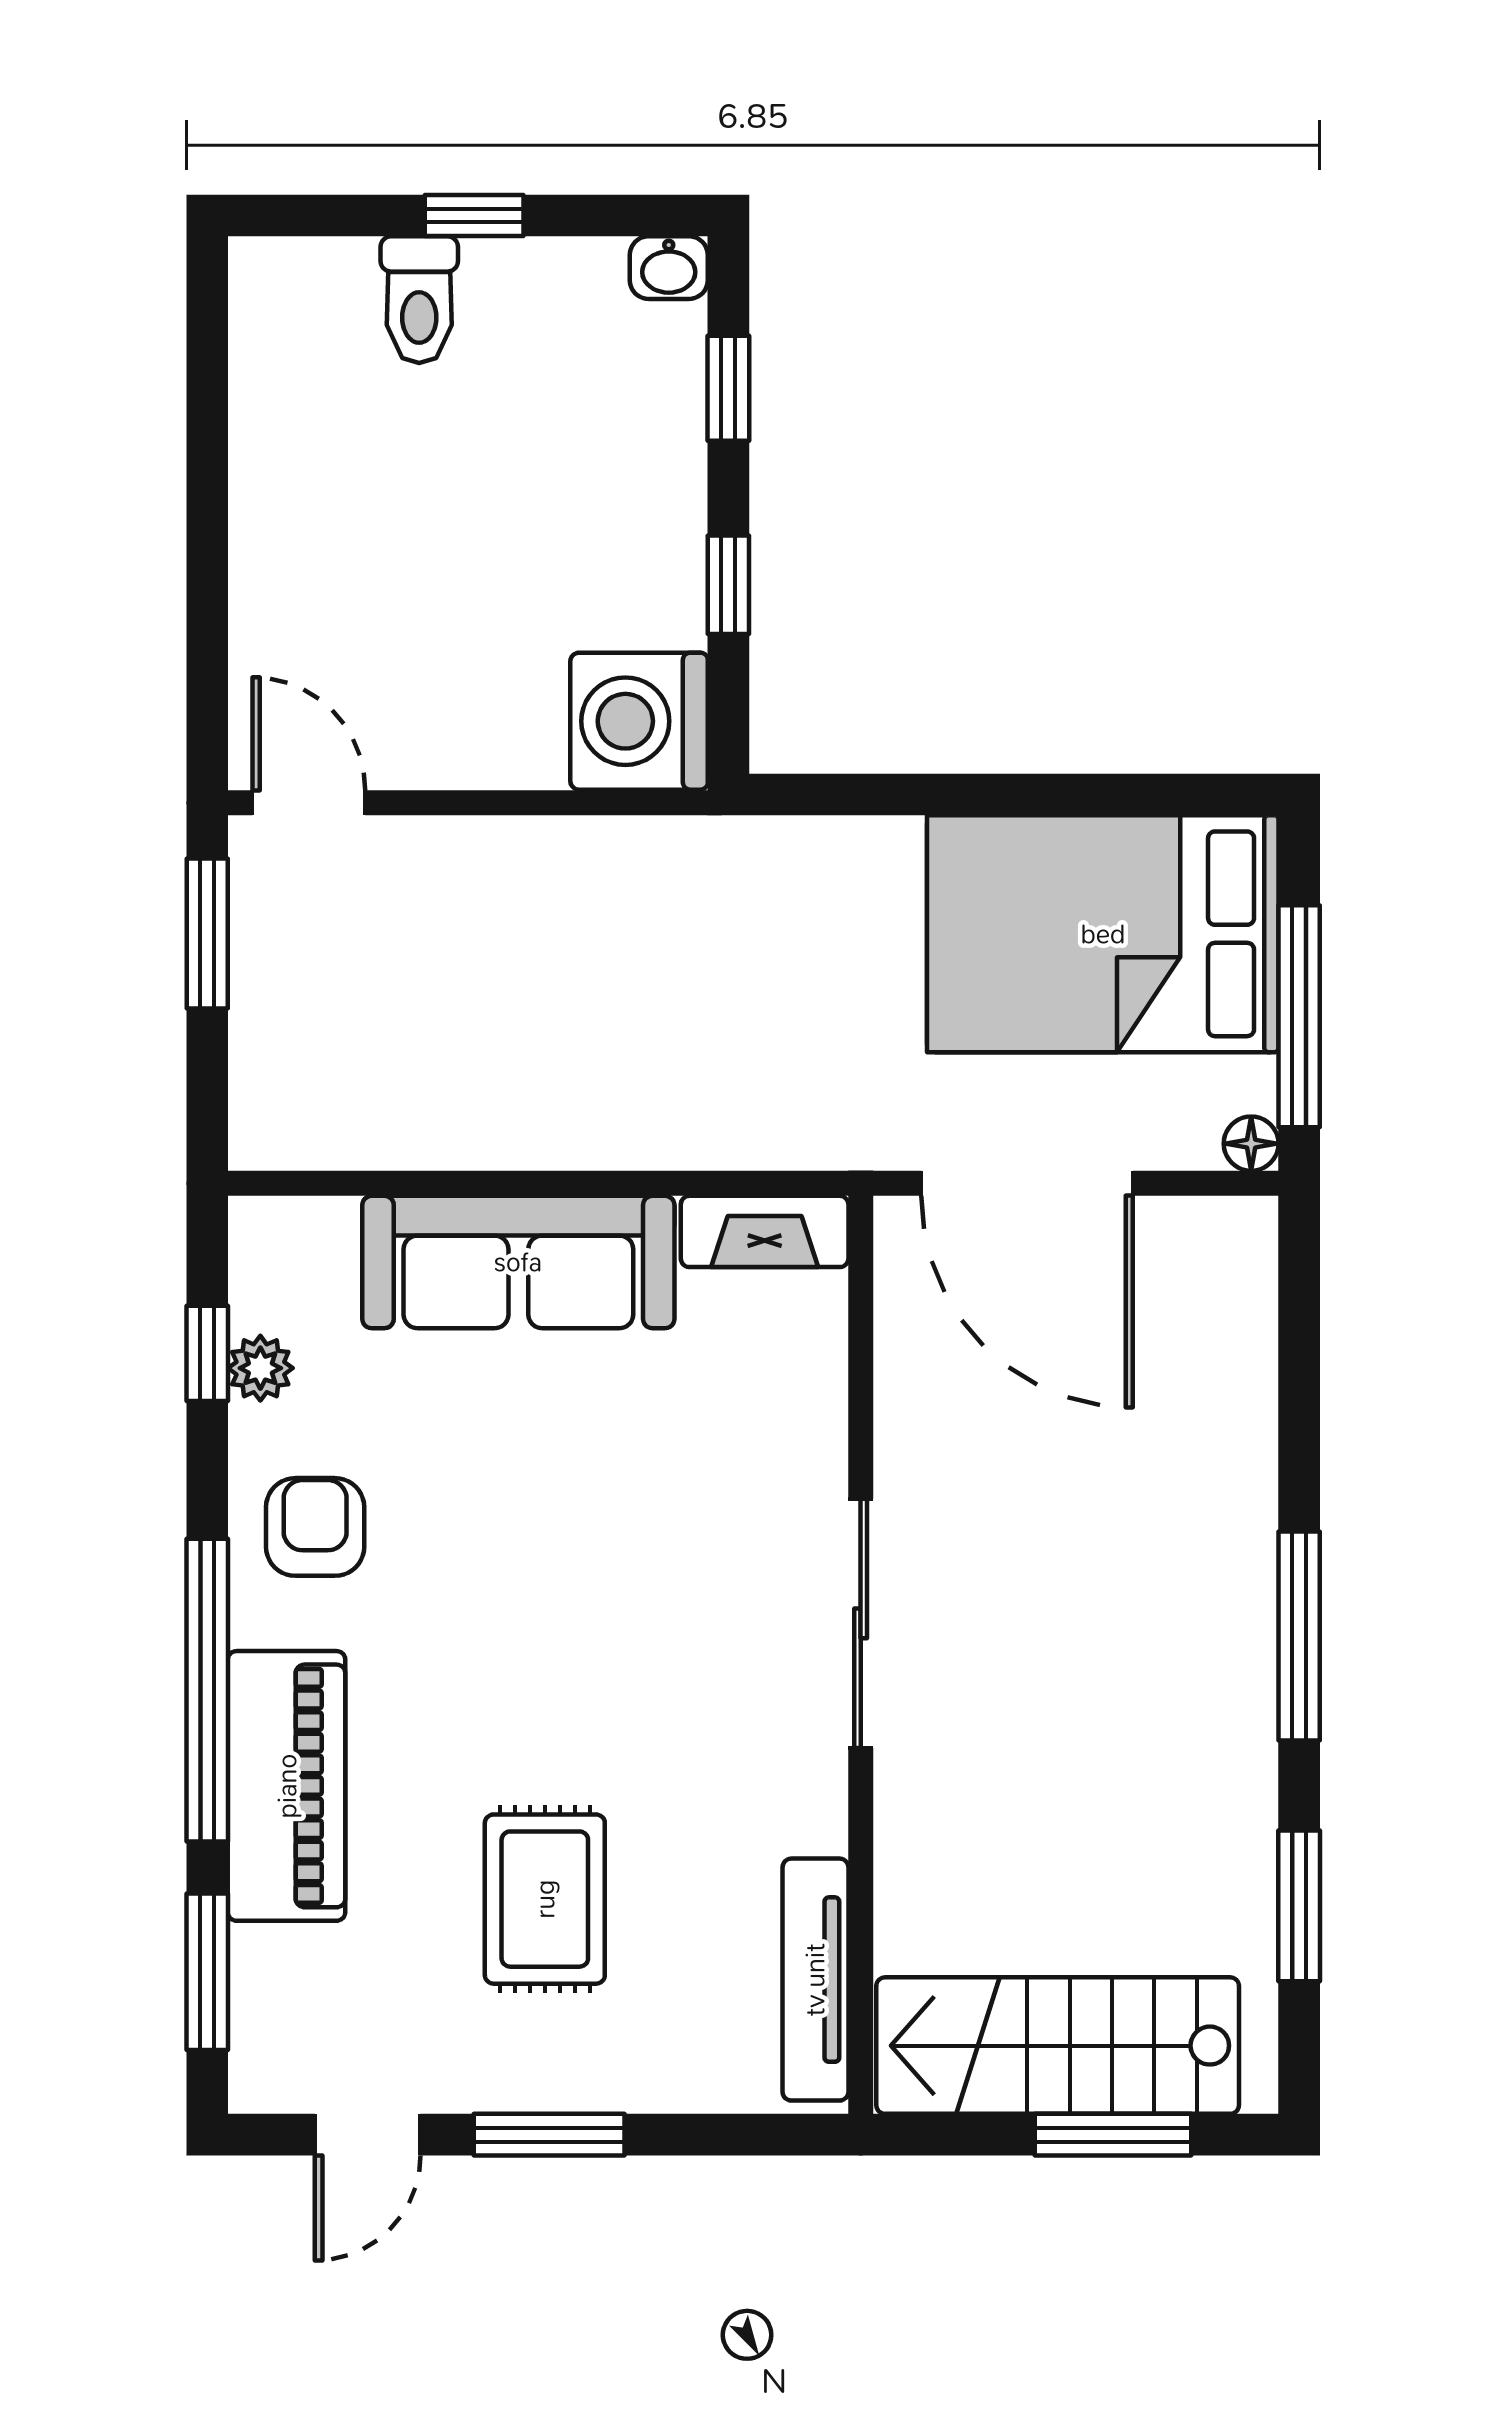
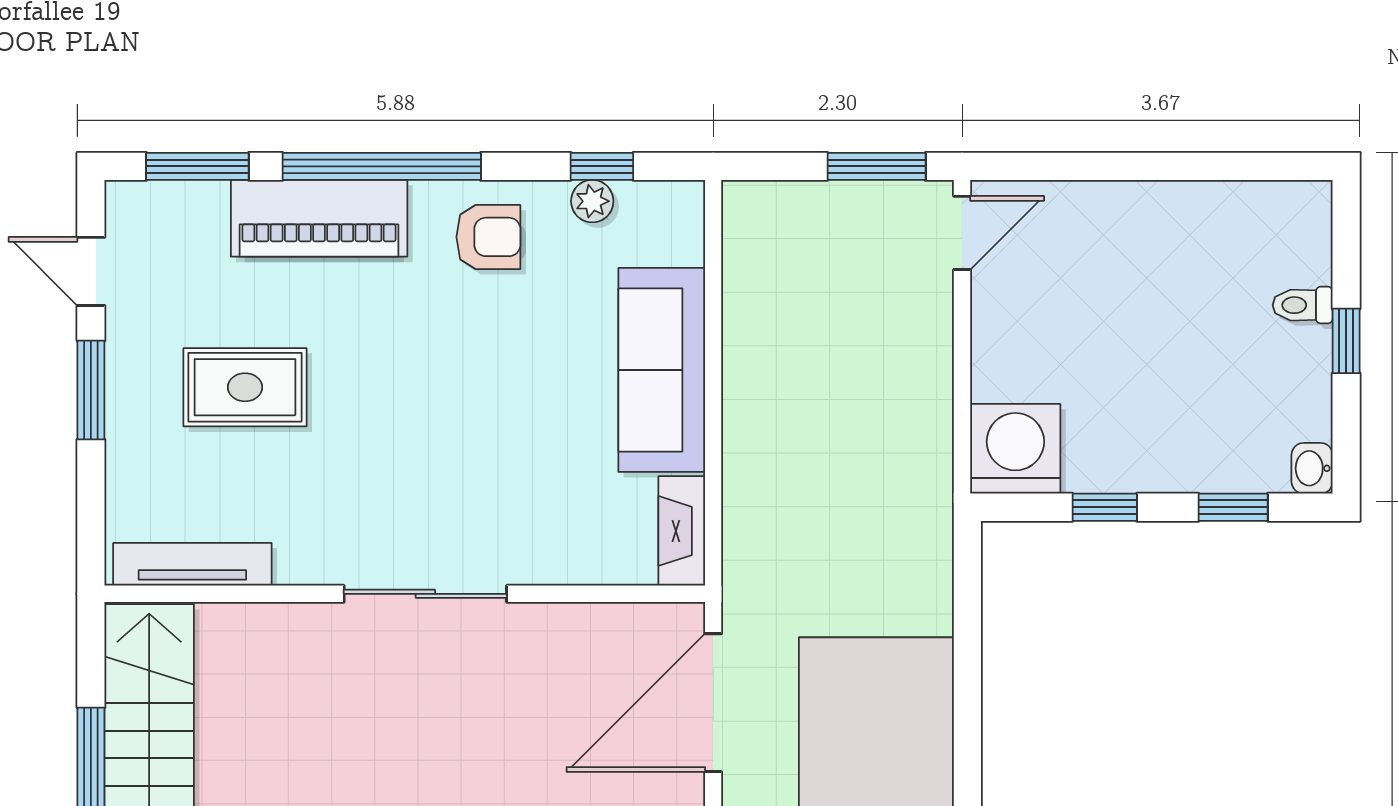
toilet: (419, 300) -> (1303, 305), width x0.73, depth x0.72

